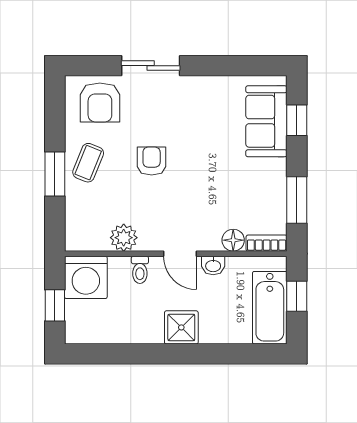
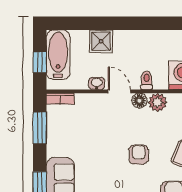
armchair: (152, 161) -> (139, 154), turned 180
floor lamp: (233, 240) -> (139, 101), moved
shower: (181, 327) -> (101, 41), moved

